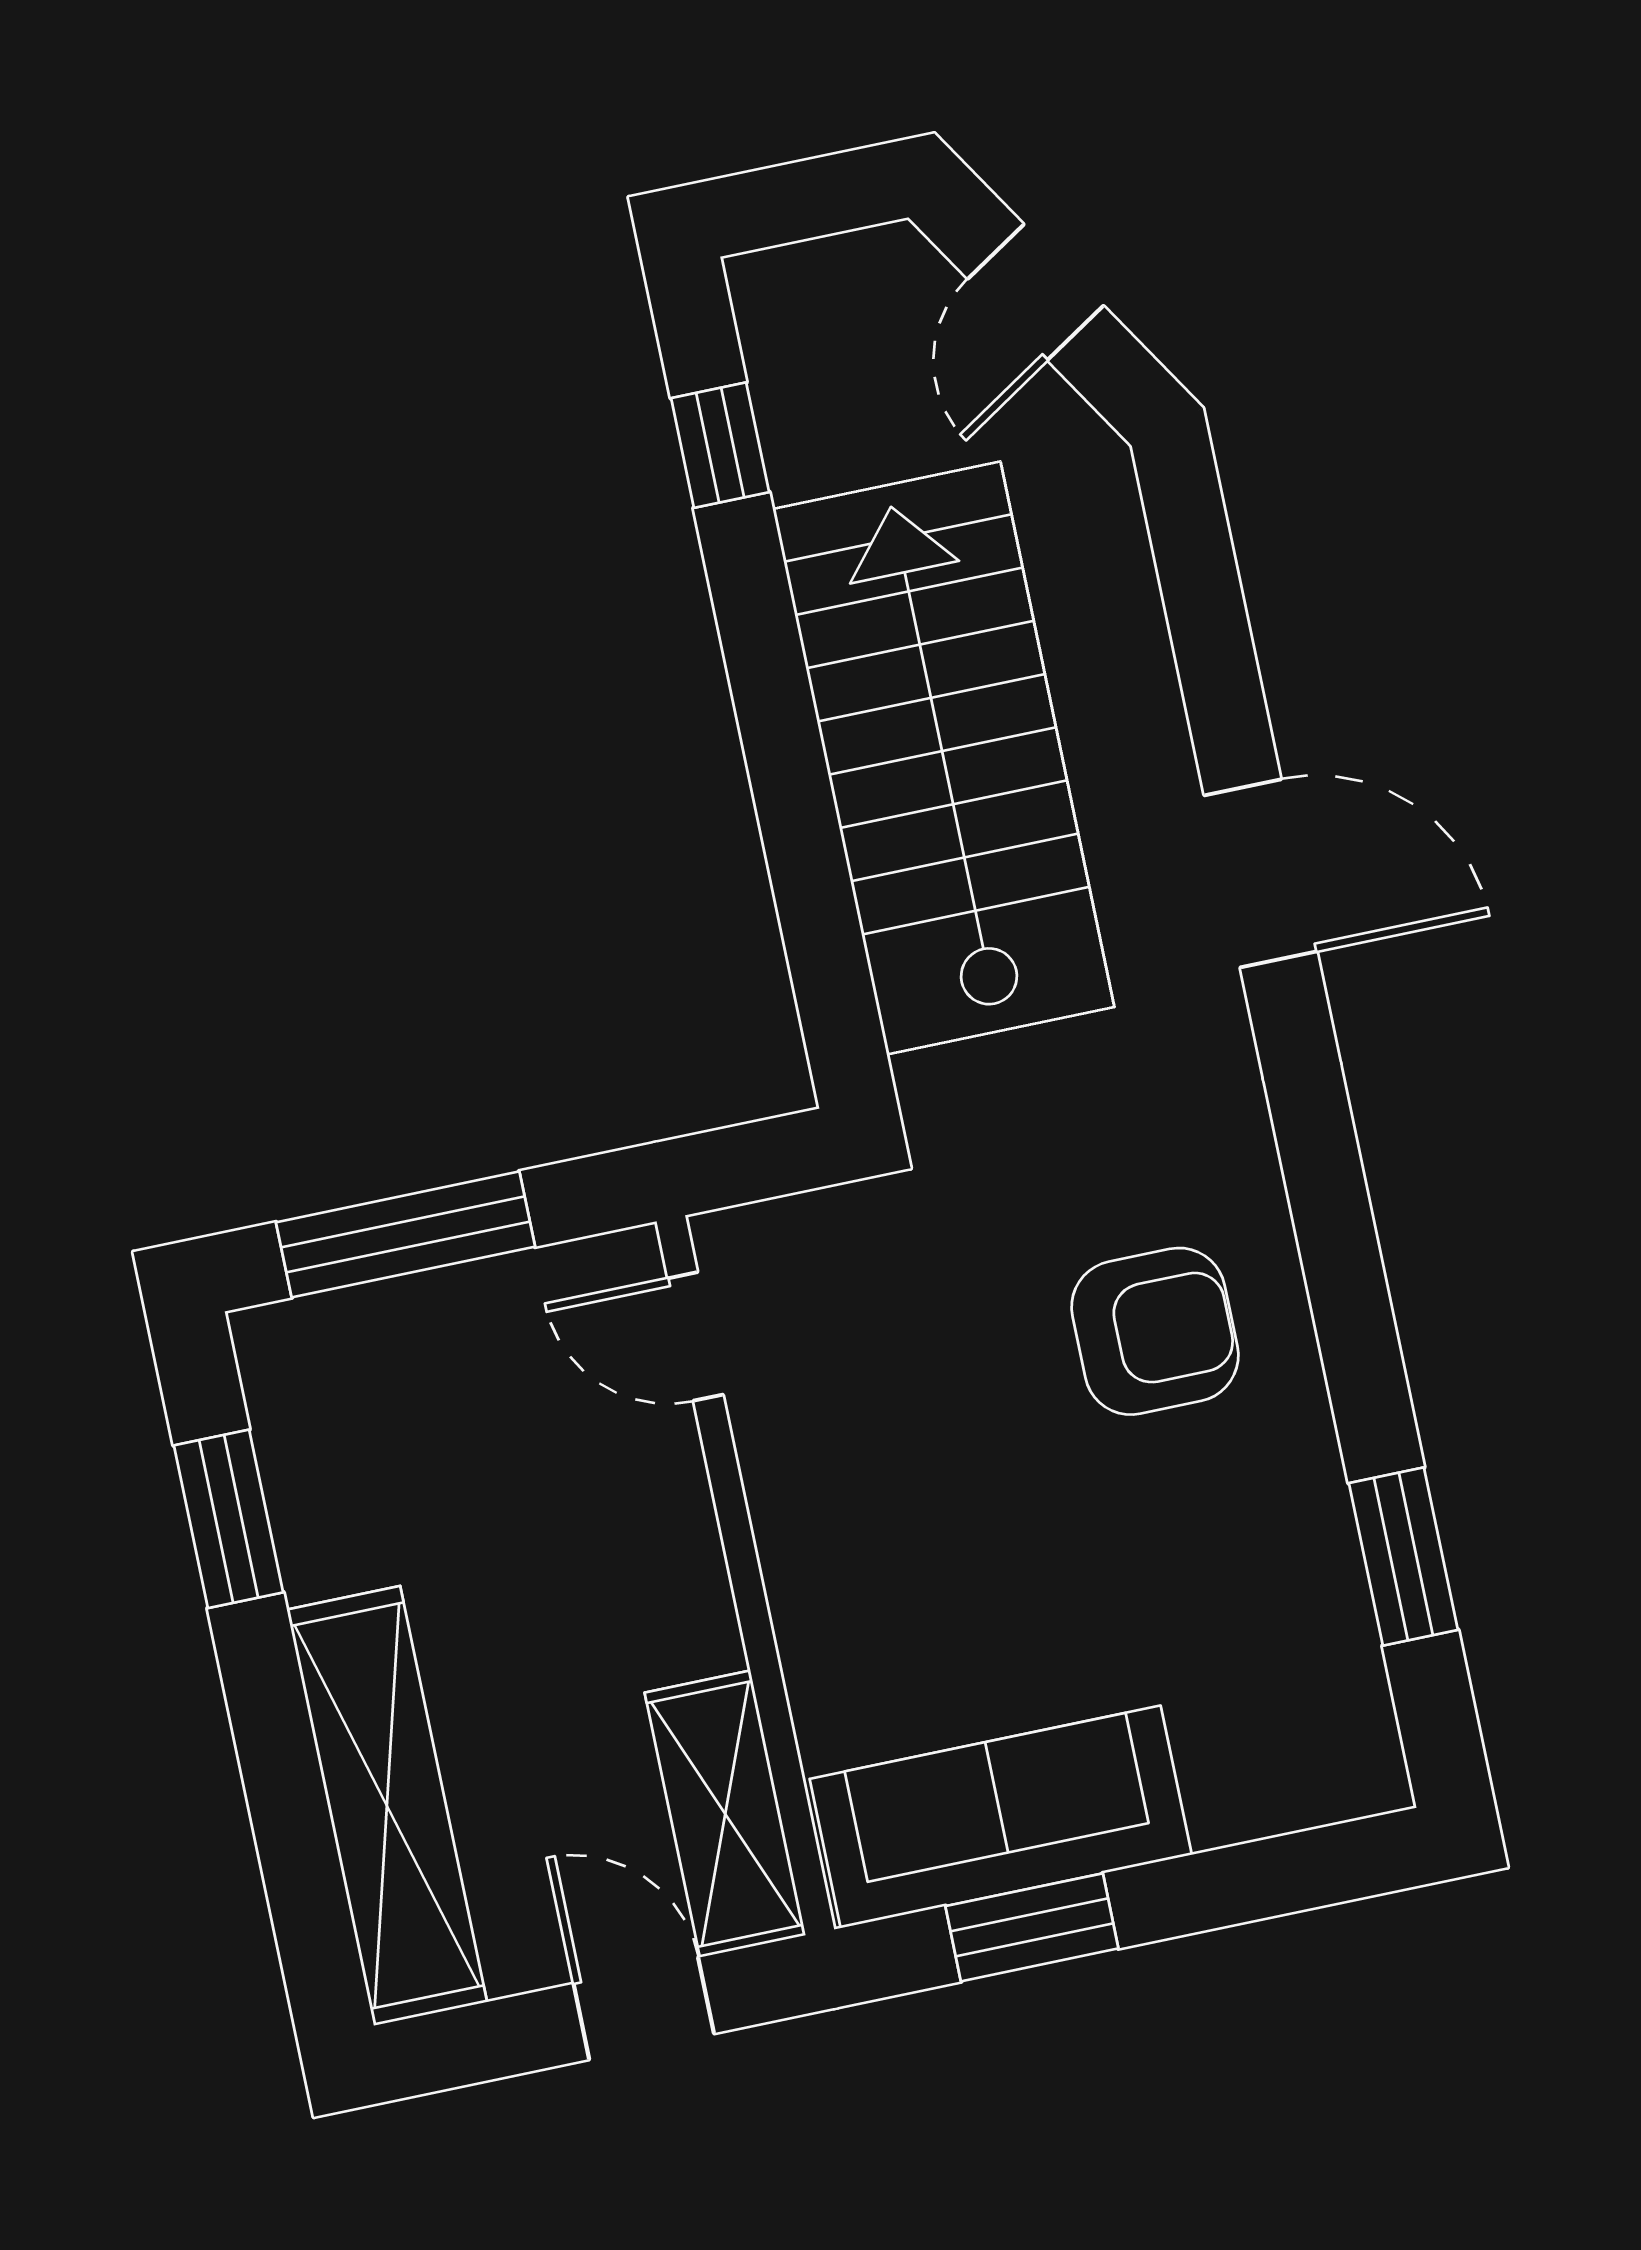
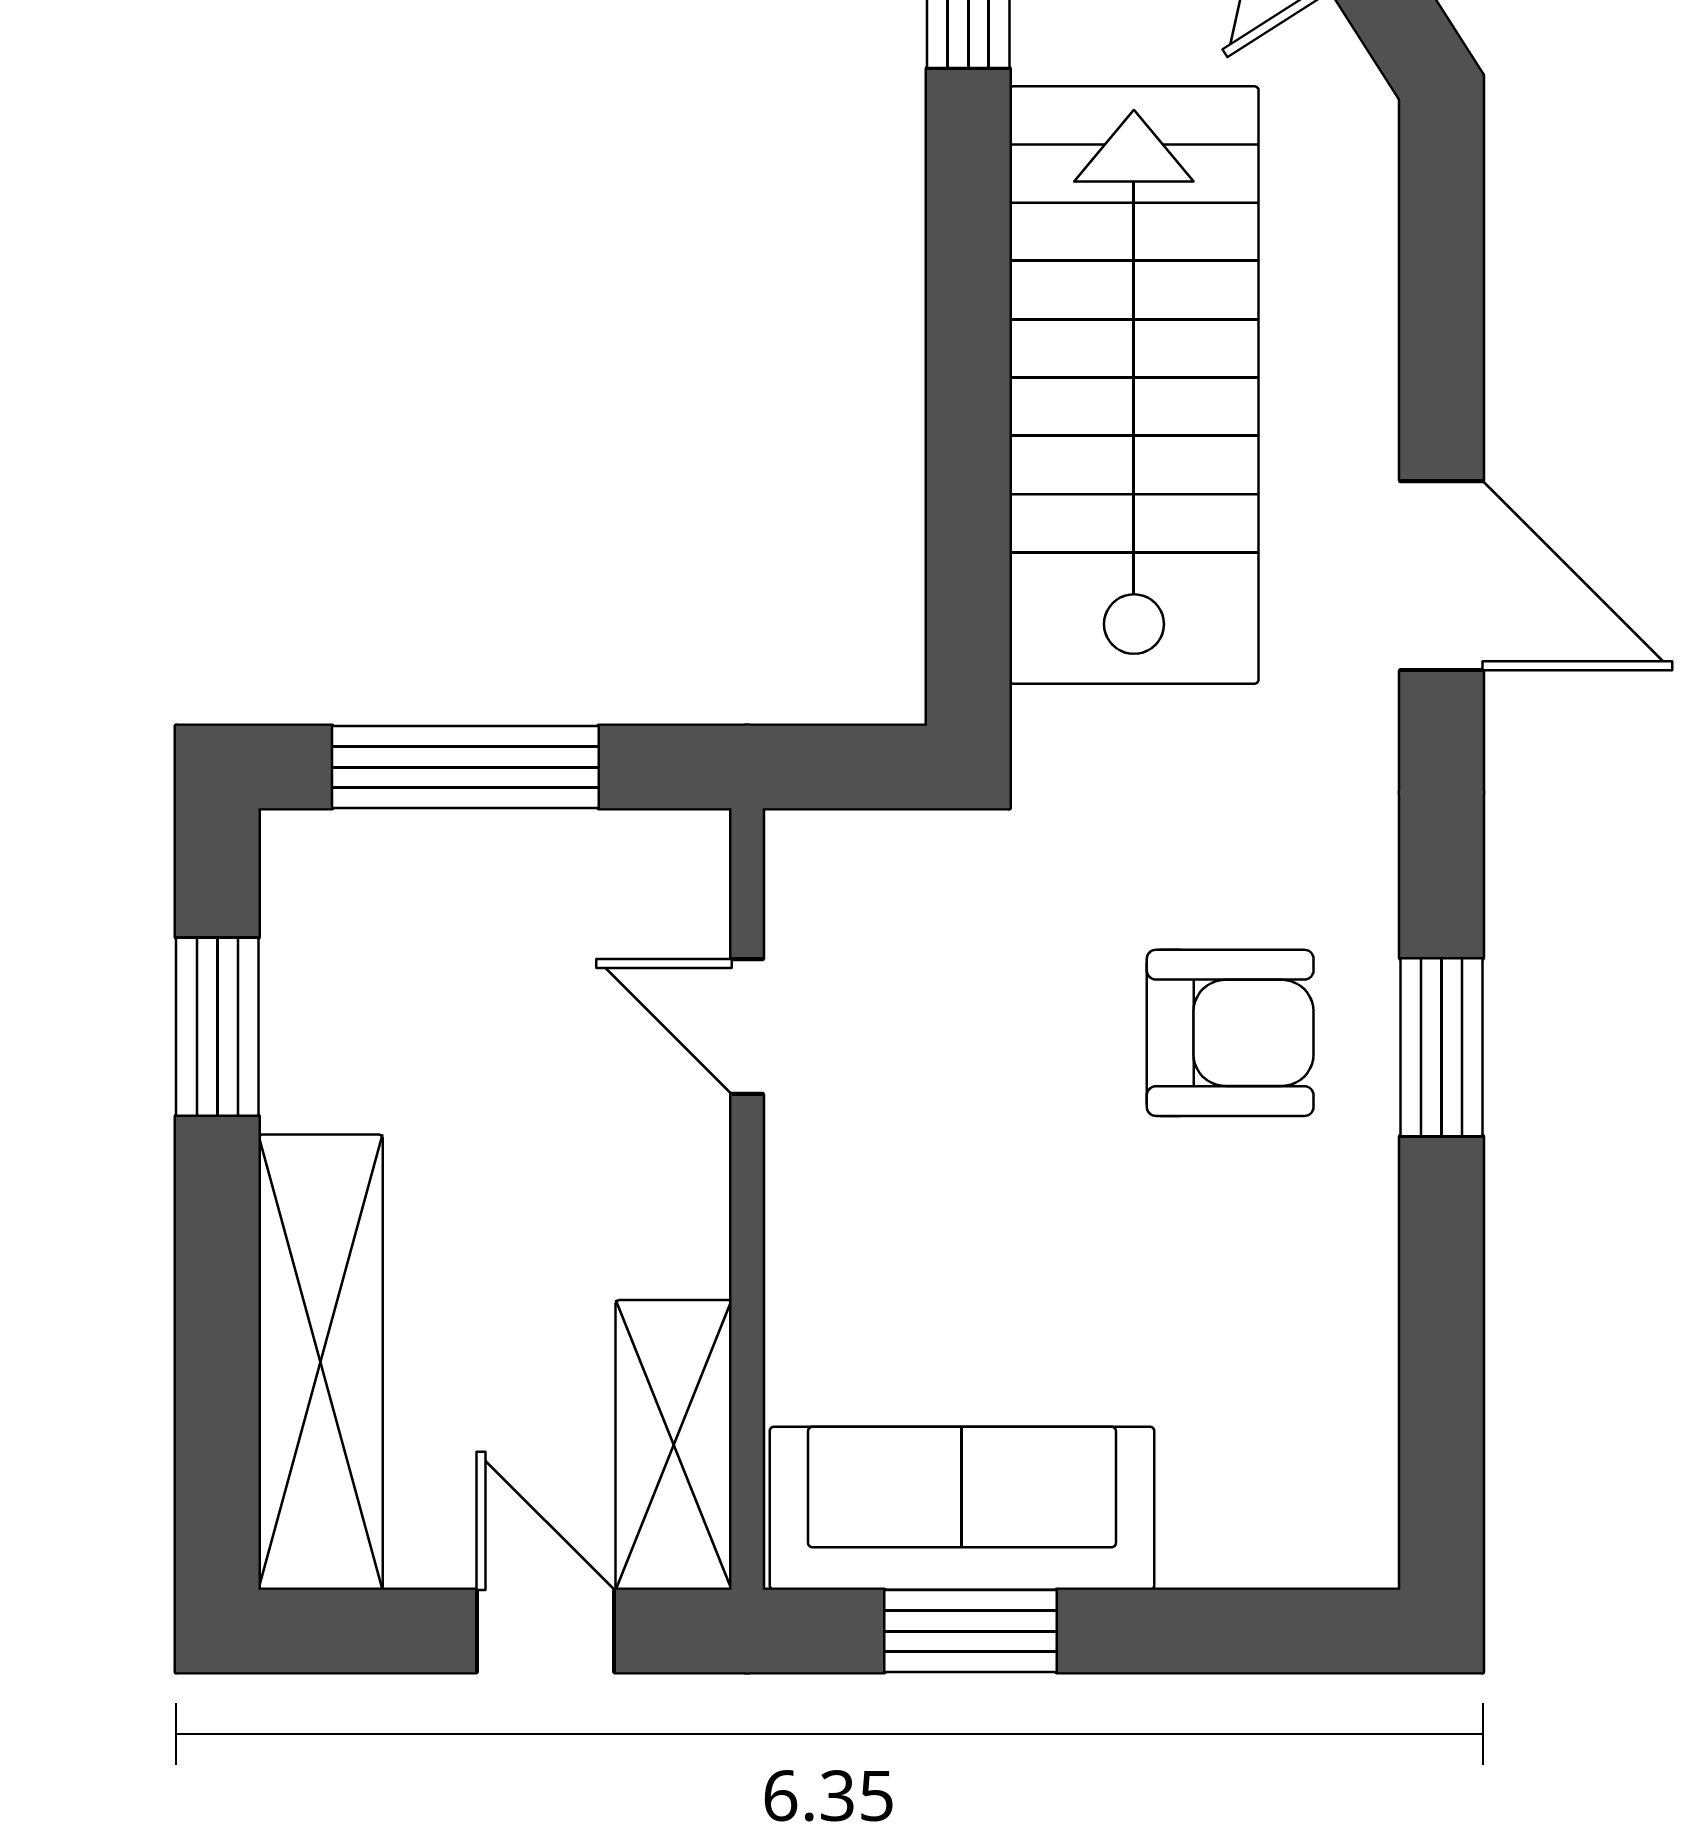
door: (695, 1336) -> (747, 1027), moved
window: (1403, 1557) -> (1441, 1047), moved

